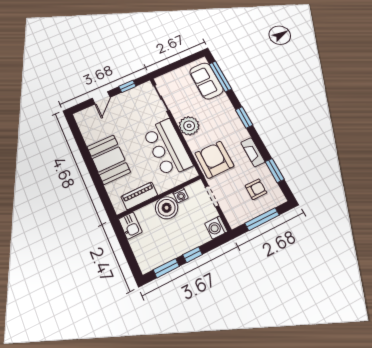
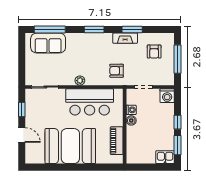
plant: (189, 126) -> (80, 81), width x0.53, depth x0.53
booth: (109, 159) -> (70, 146), width x1.36, depth x1.42
armchair: (214, 160) -> (117, 71), width x0.53, depth x0.53
window: (275, 170) -> (132, 30), moved
armchair: (256, 189) -> (154, 52), turned 180
boiler: (167, 208) -> (131, 120), width x0.54, depth x0.54
kitchen sink: (130, 226) -> (165, 157), moved

